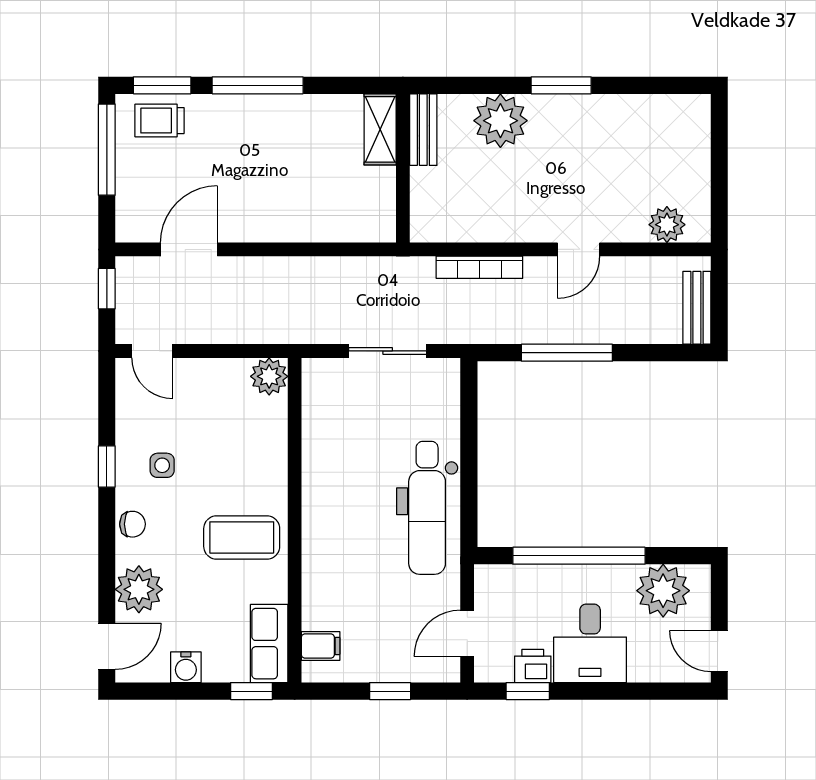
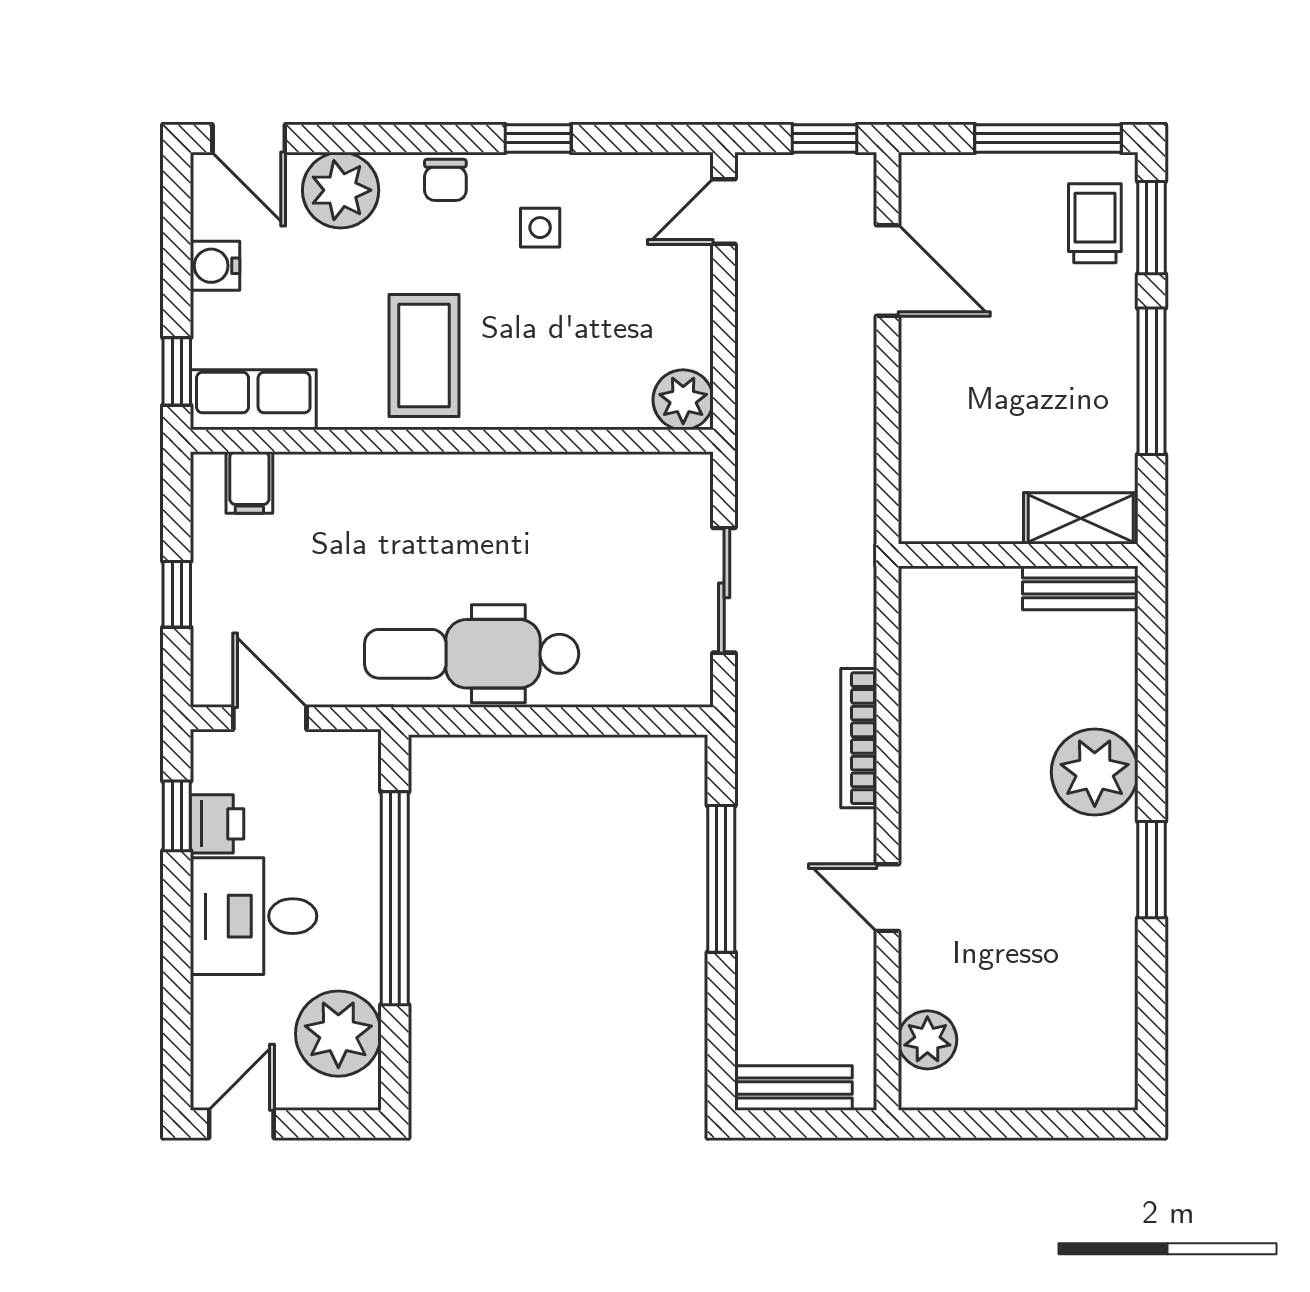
shelving: (380, 129) -> (1081, 518), moved
bench: (423, 130) -> (1080, 588), moved
wall: (403, 168) -> (1018, 555), moved

